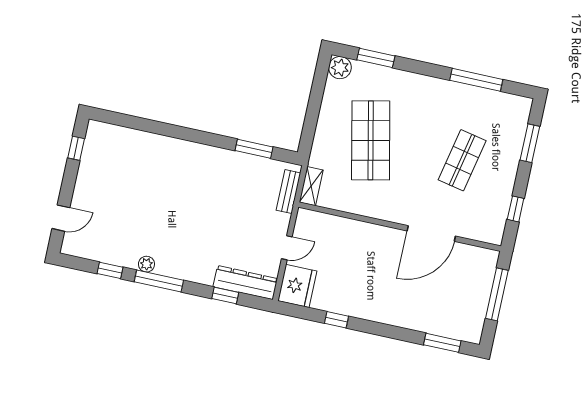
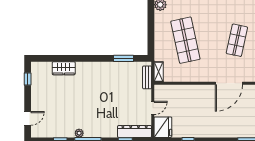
wardrobe: (144, 143) -> (64, 68), added

